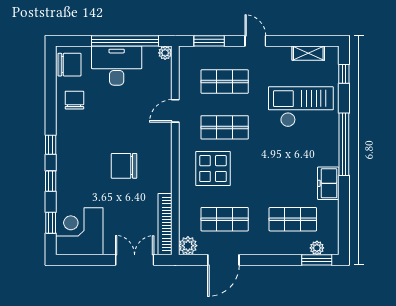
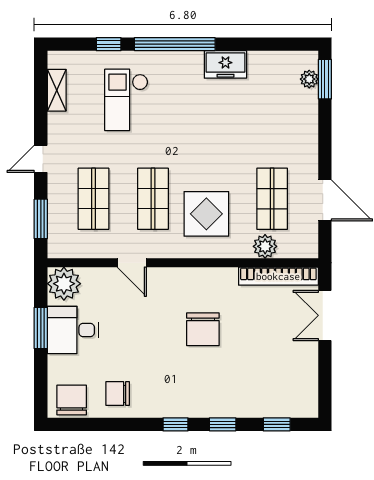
window: (125, 41) -> (41, 328), width x0.47
plant: (165, 53) -> (64, 284), width x1.88, depth x1.88
desk: (117, 66) -> (73, 330), width x0.73
window: (344, 74) -> (109, 44), moved
checkout: (301, 107) -> (126, 100), width x0.73, depth x0.83
shop shelf: (293, 219) -> (272, 110), removed
corner desk: (79, 231) -> (288, 387), removed
plant: (188, 246) -> (265, 246), moved

